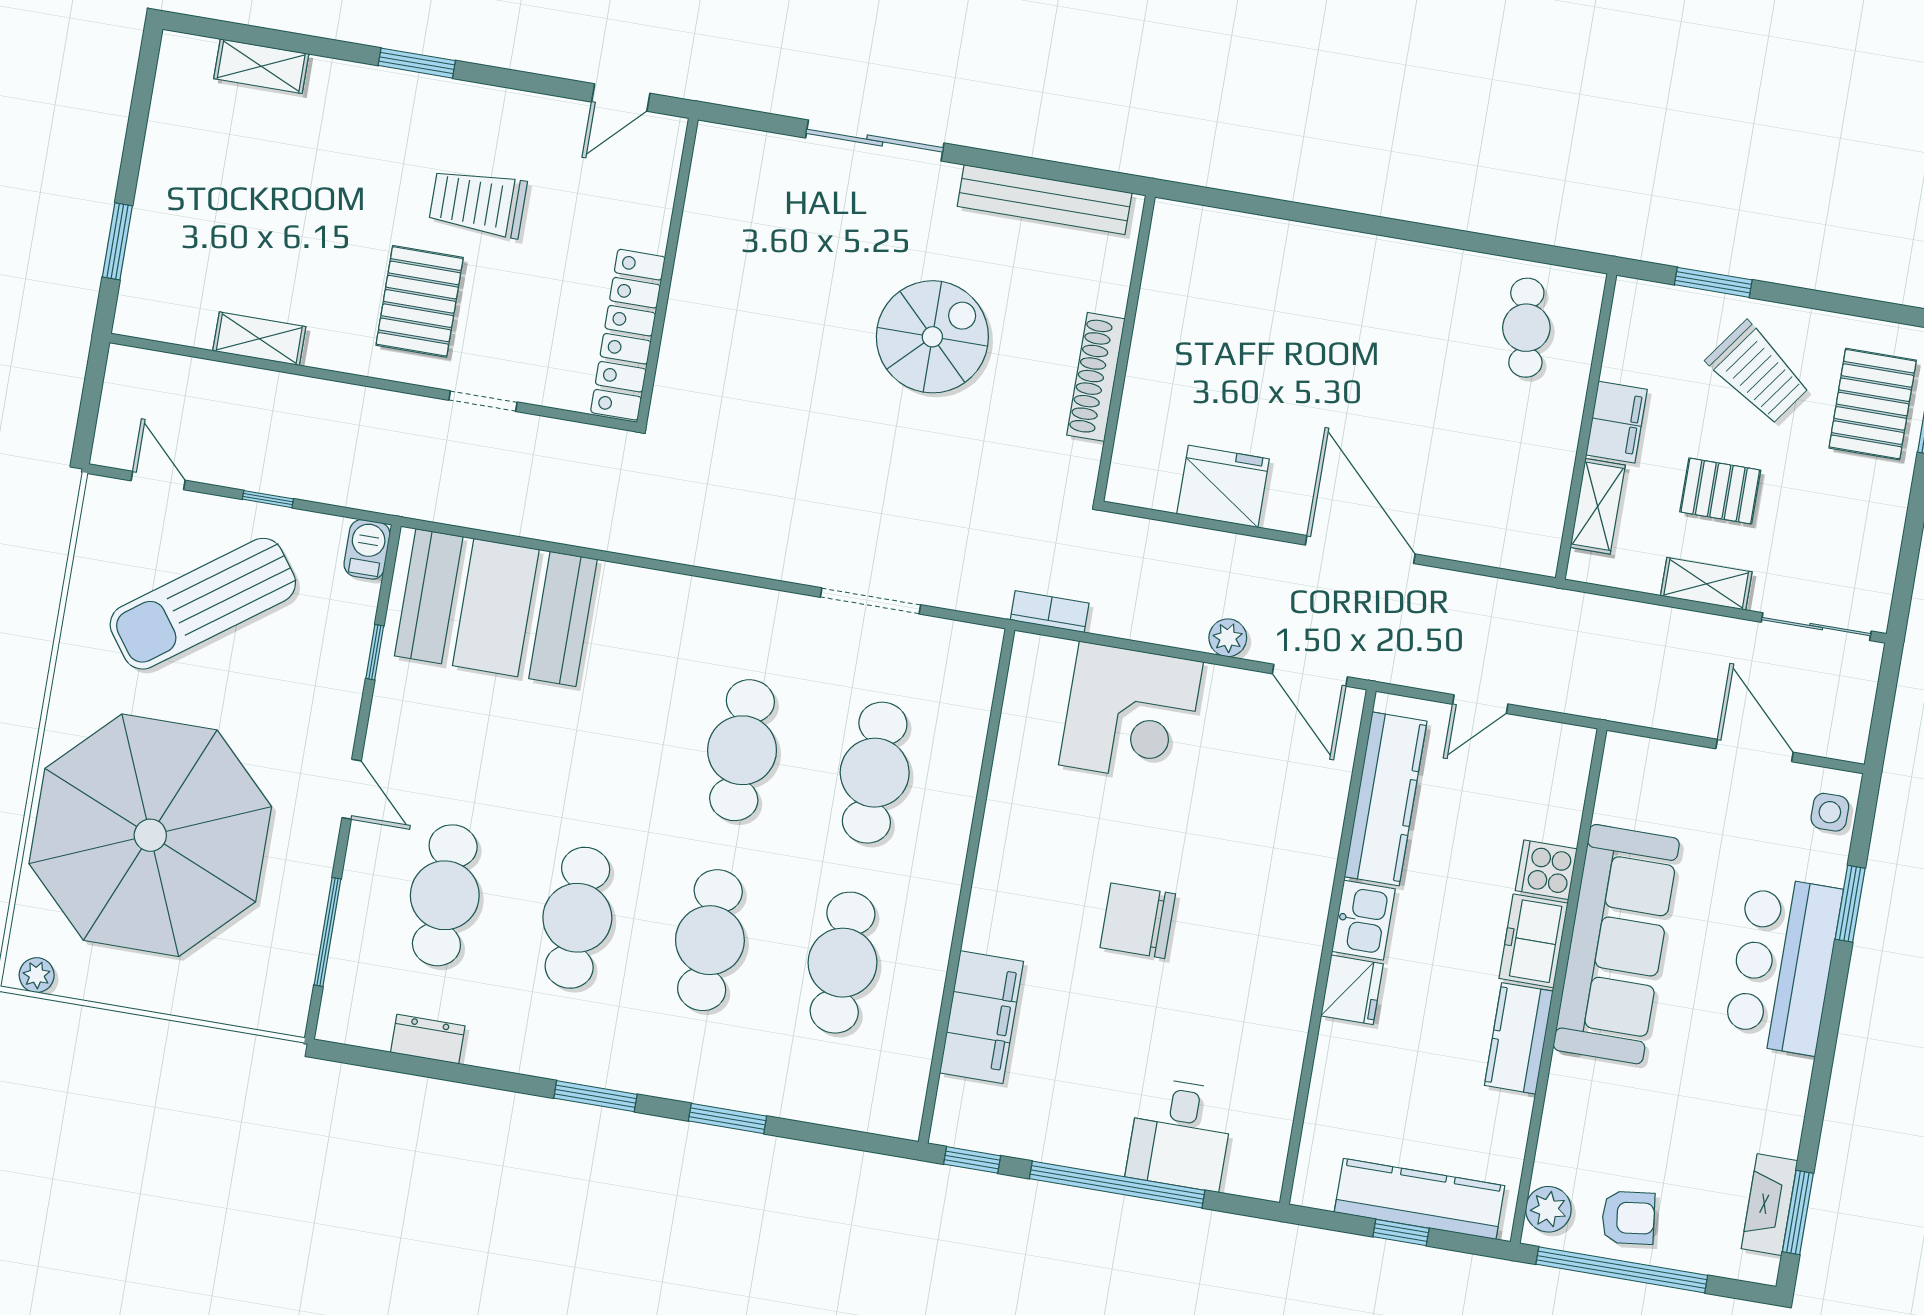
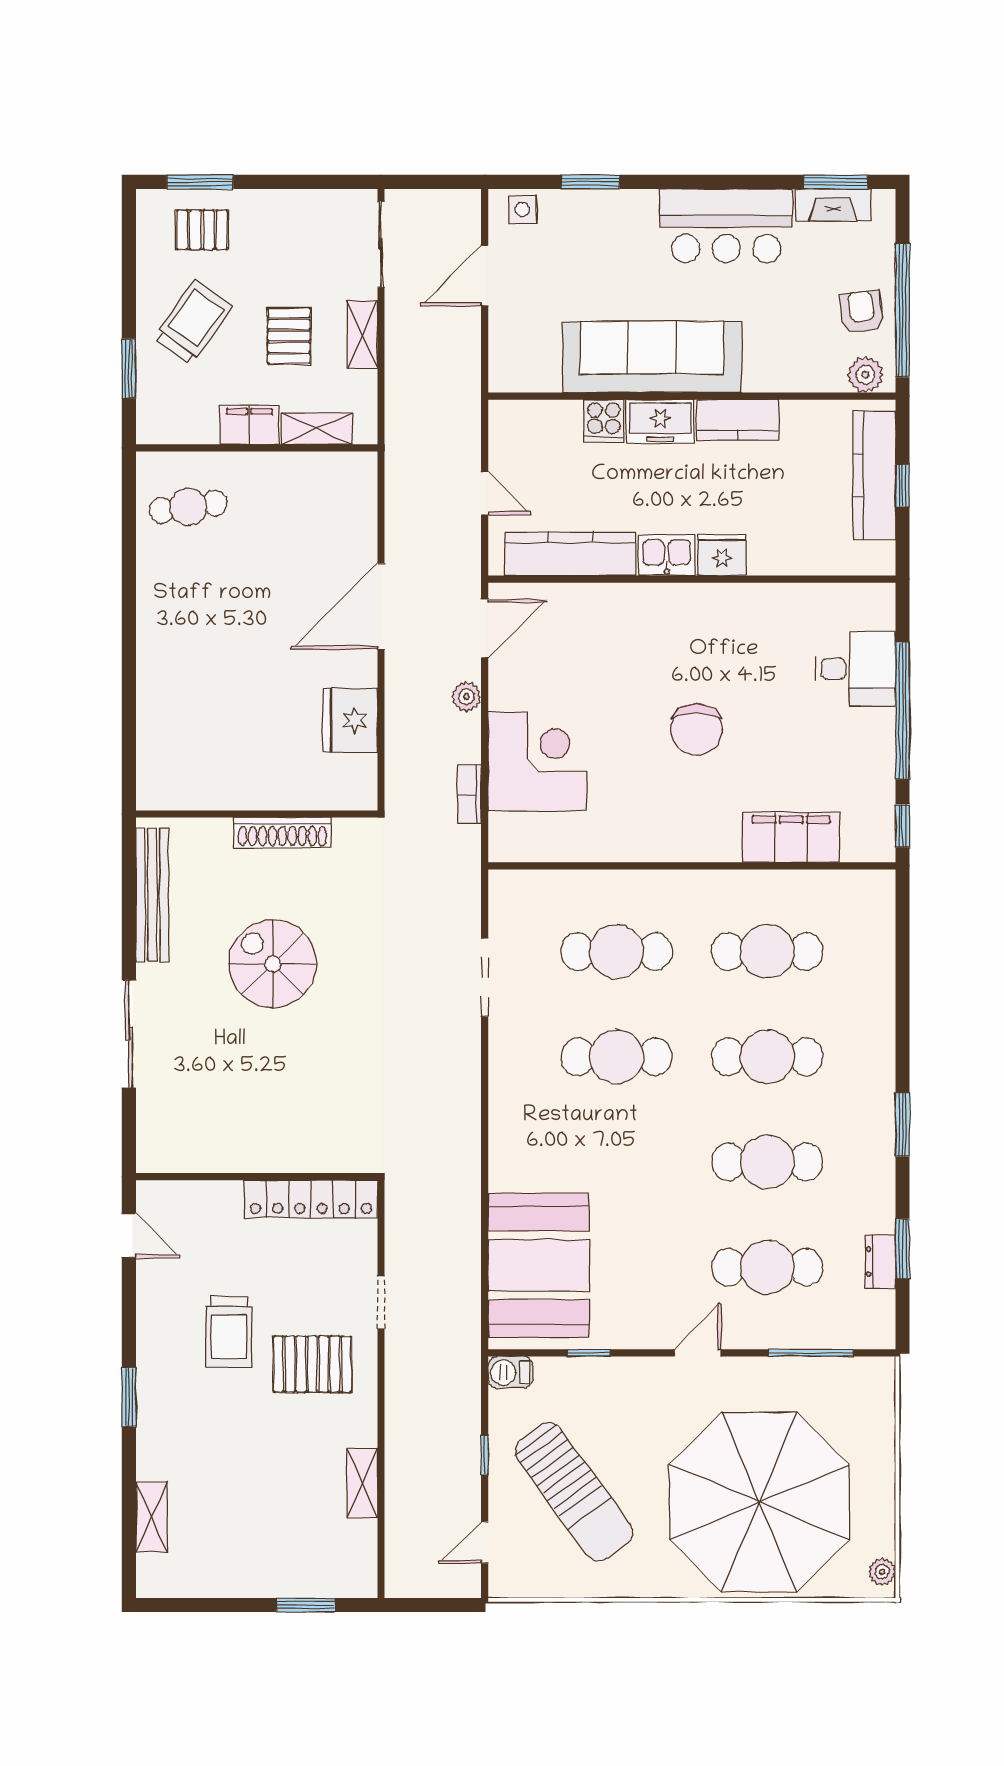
pallet: (1873, 404) -> (202, 230), width x0.67, depth x0.71
bookcase: (1050, 612) -> (469, 794), moved
bar counter: (1783, 965) -> (726, 226), moved
window: (727, 1119) -> (903, 1249), moved

